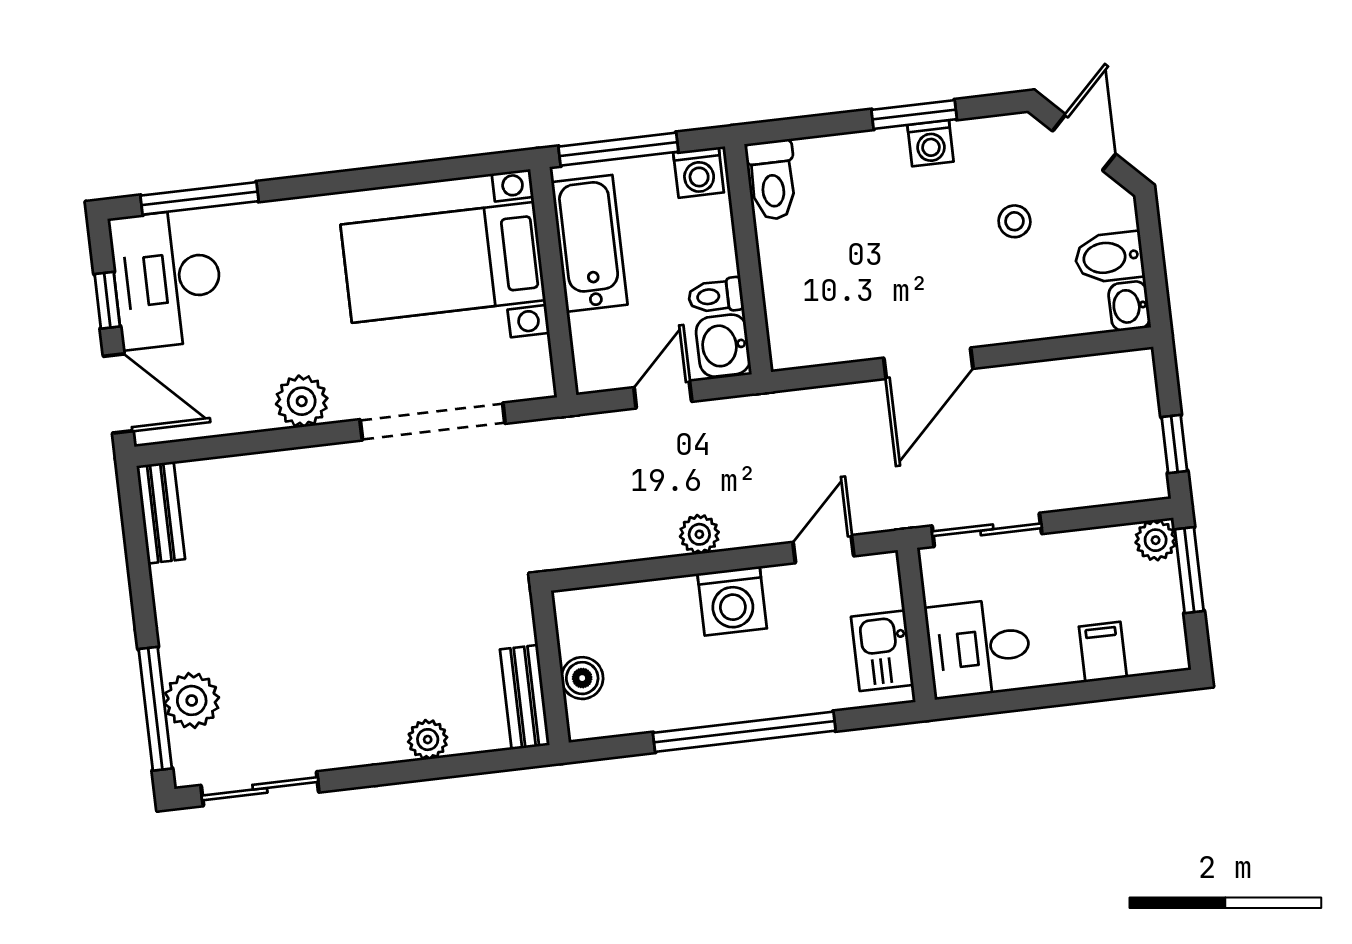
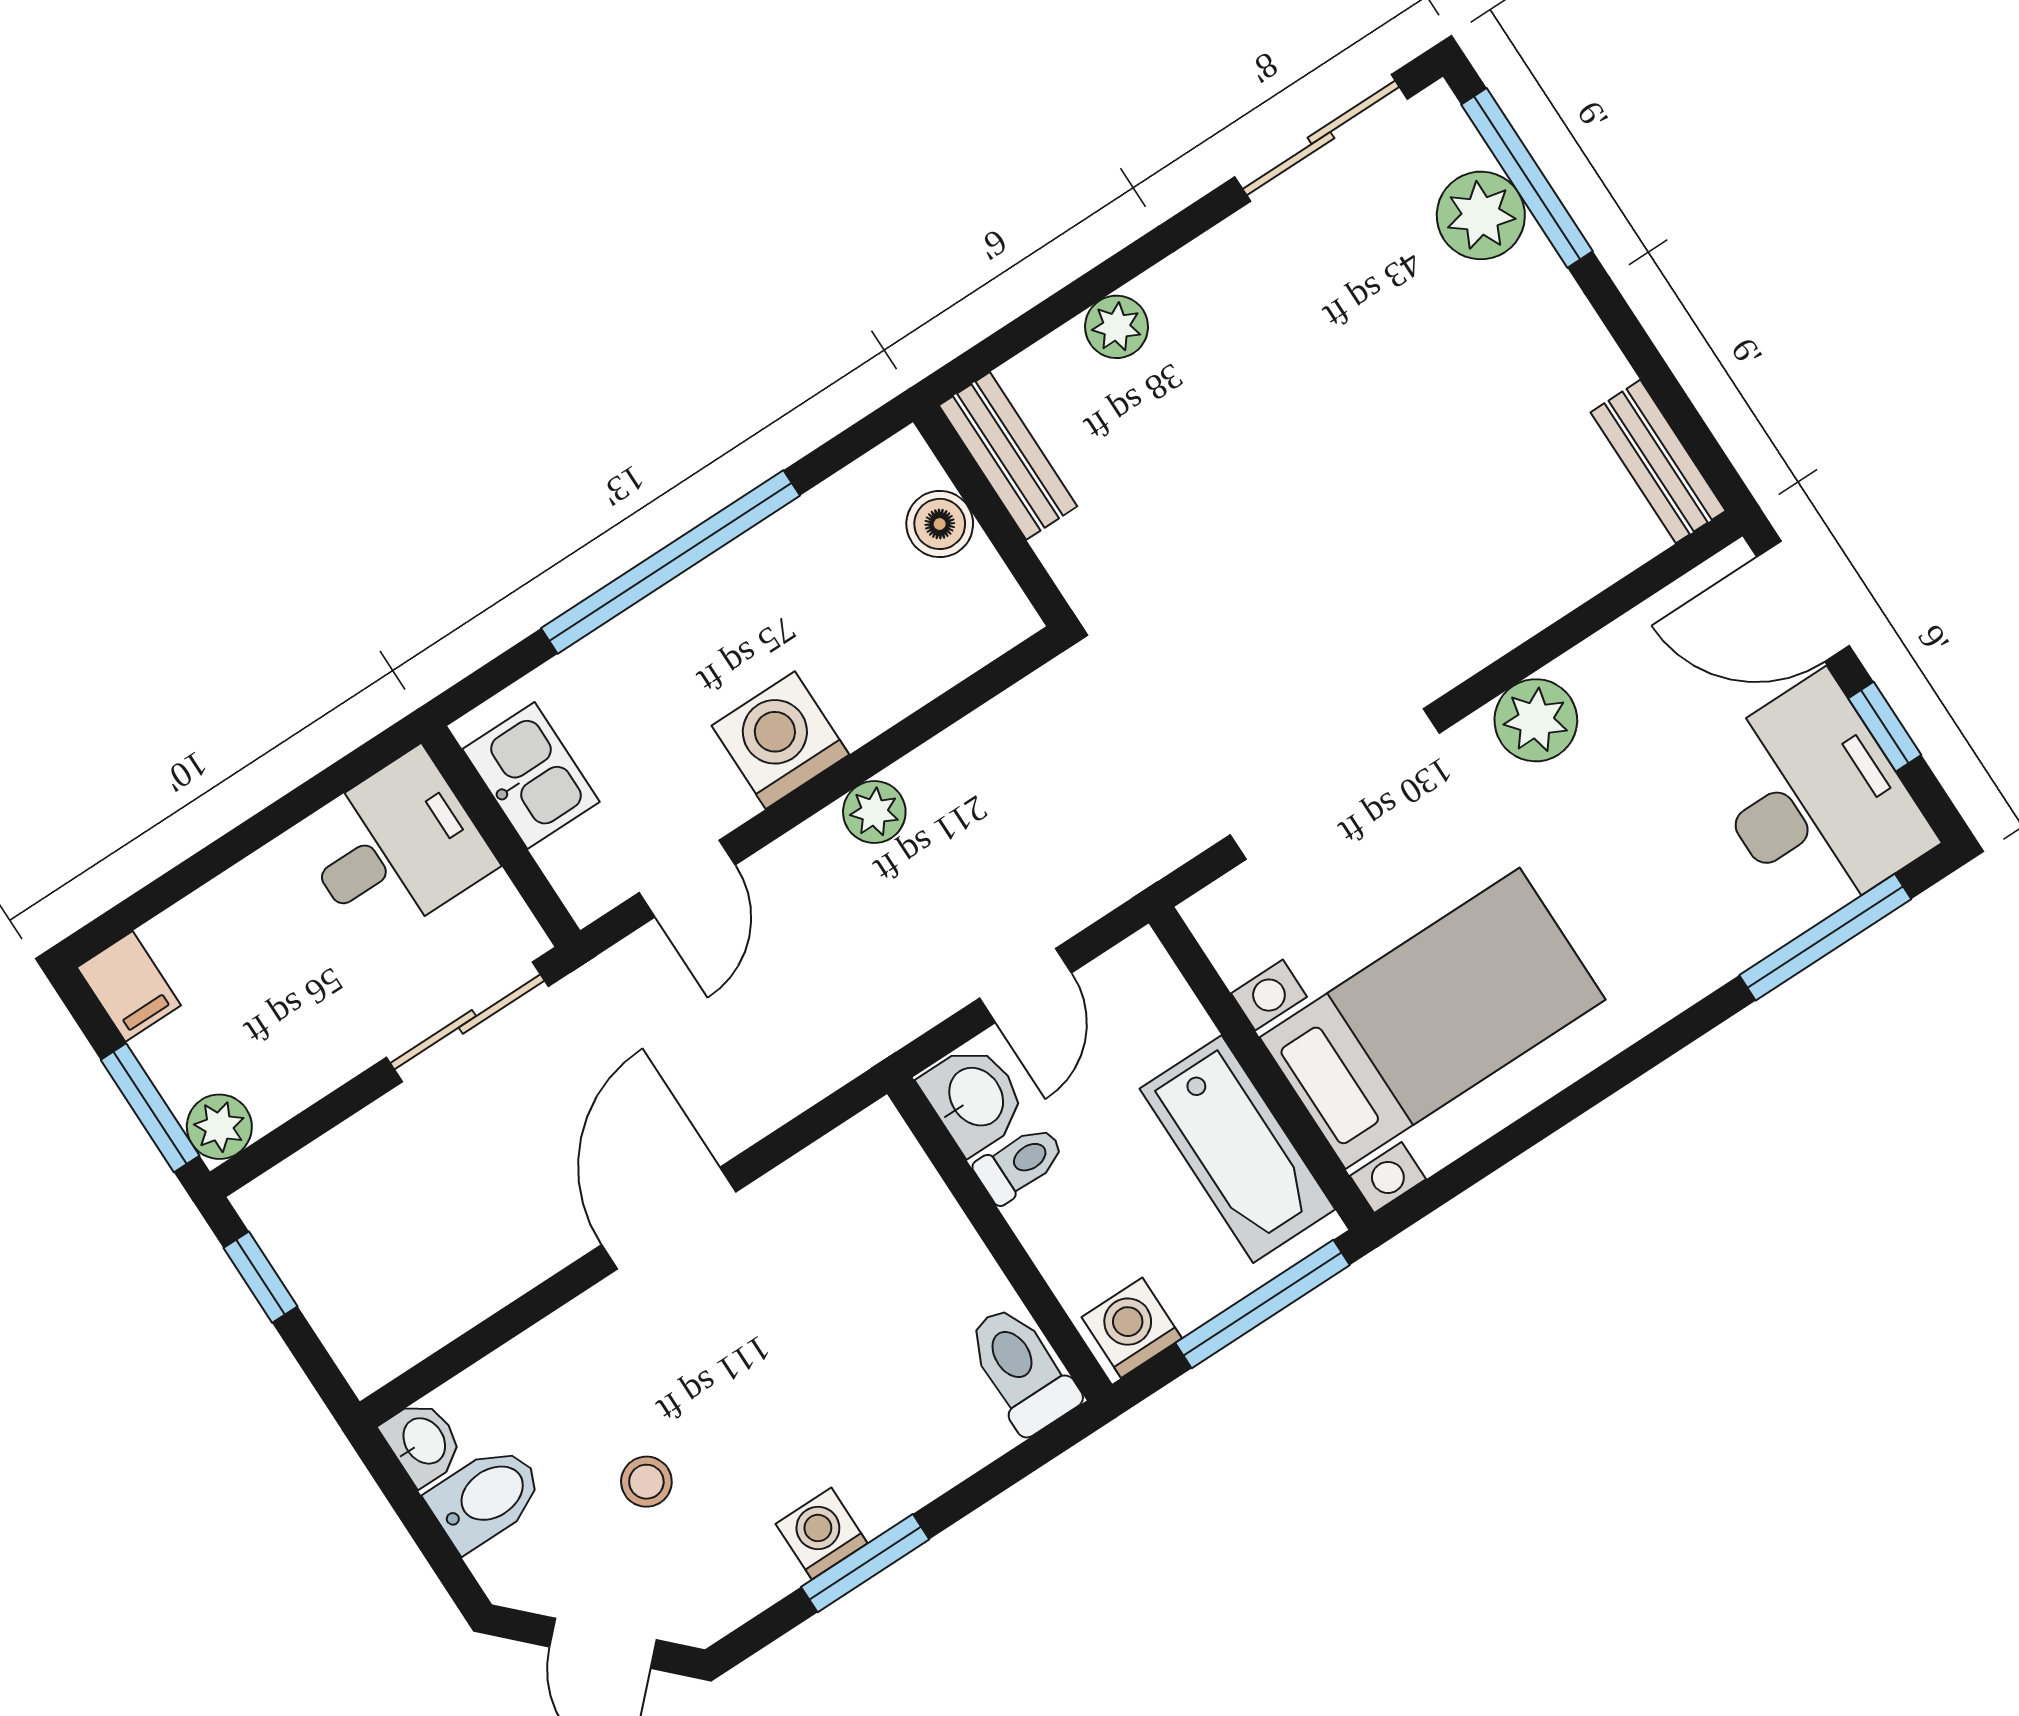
filing cabinet: (1103, 652) -> (129, 986), moved

